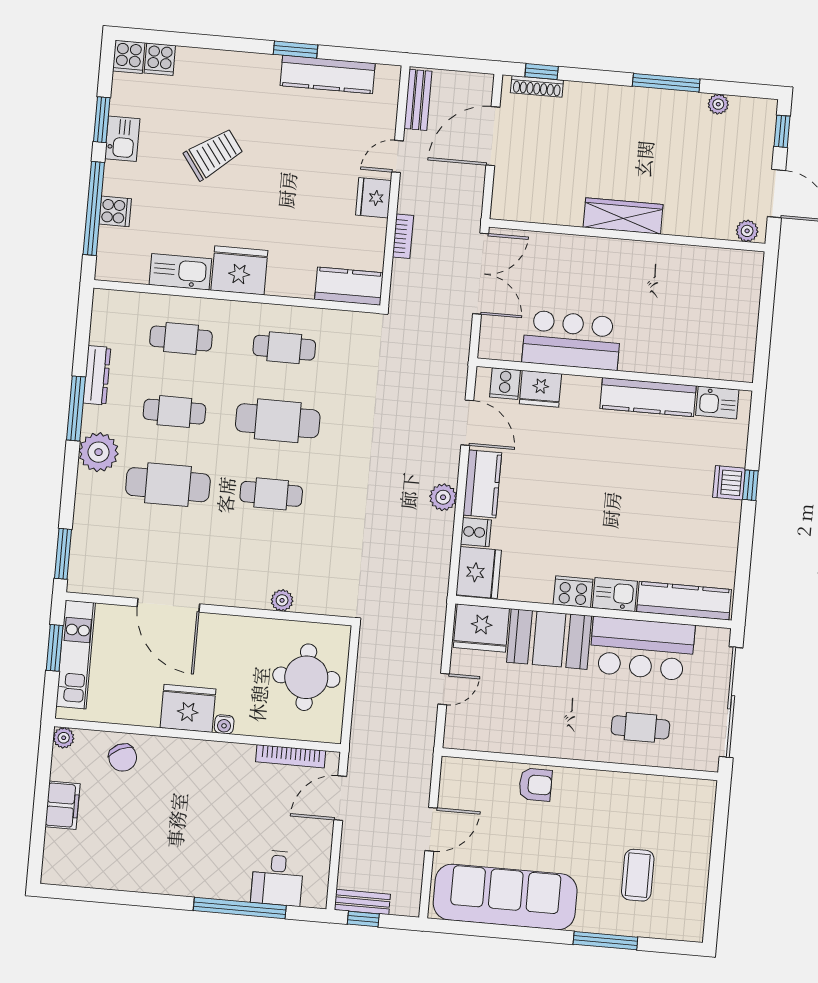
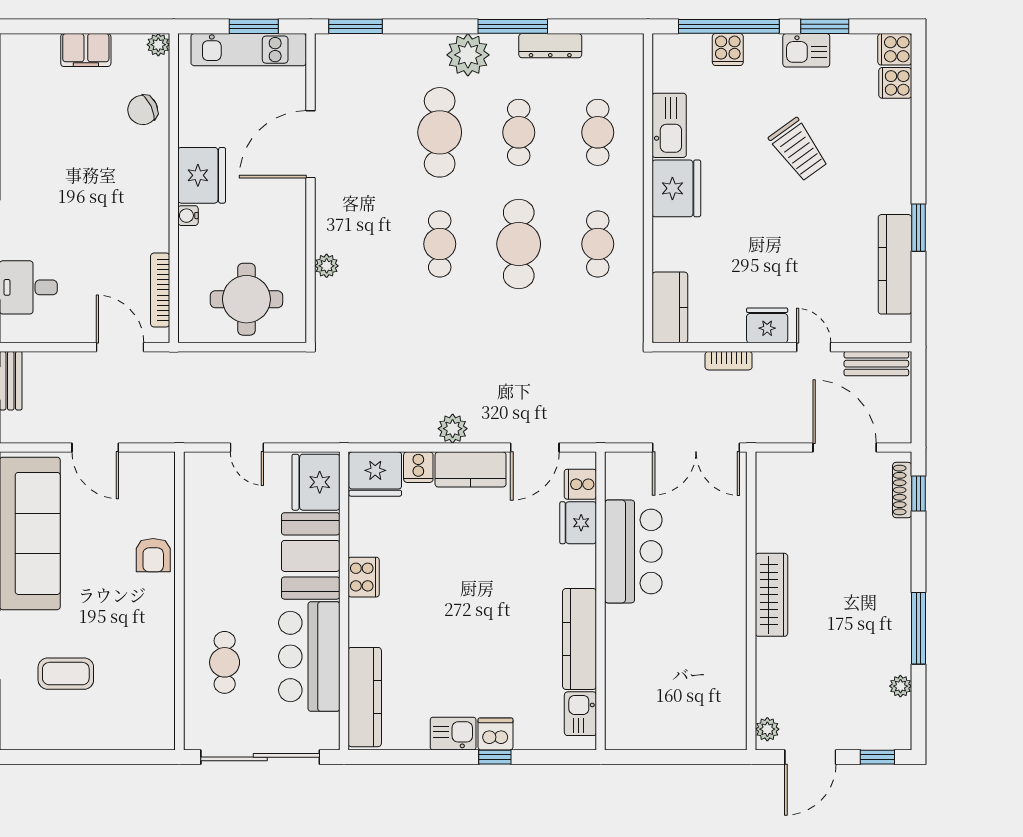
kitchen sink: (615, 594) -> (453, 734), moved, turned -90

